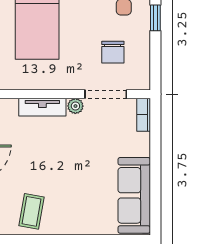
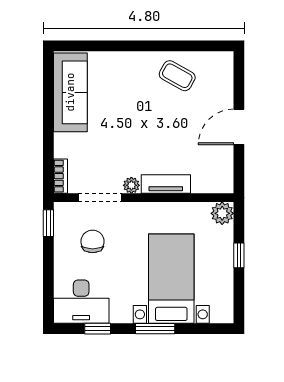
window: (155, 18) -> (48, 223), moved
coffee table: (31, 211) -> (177, 76), turned -71

